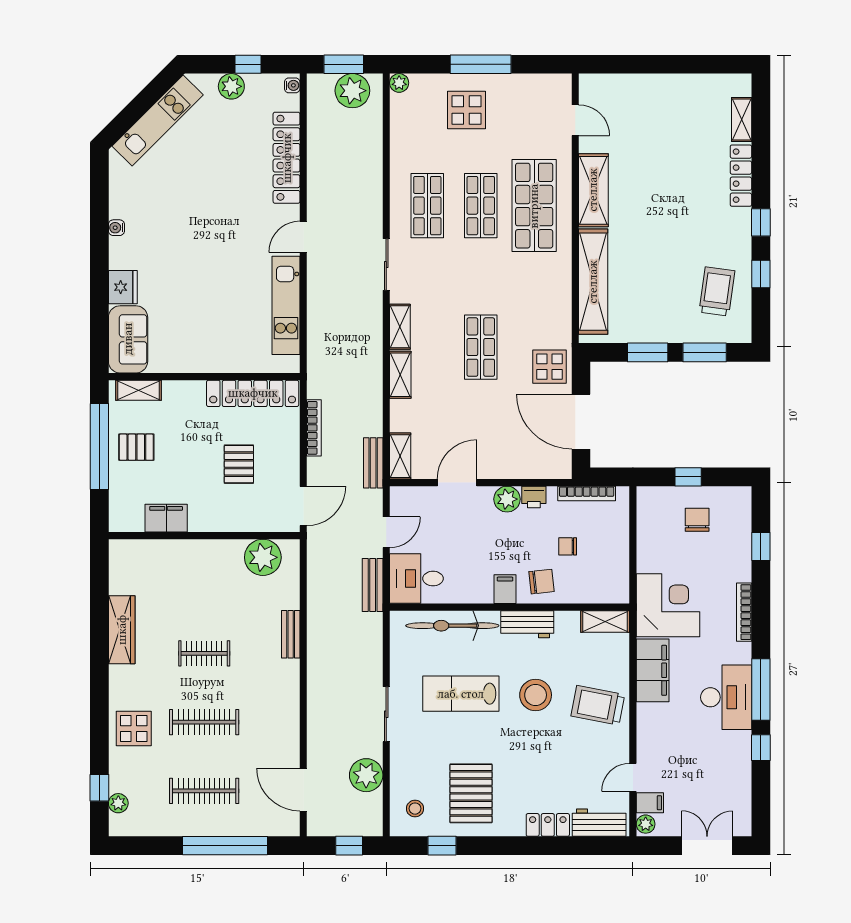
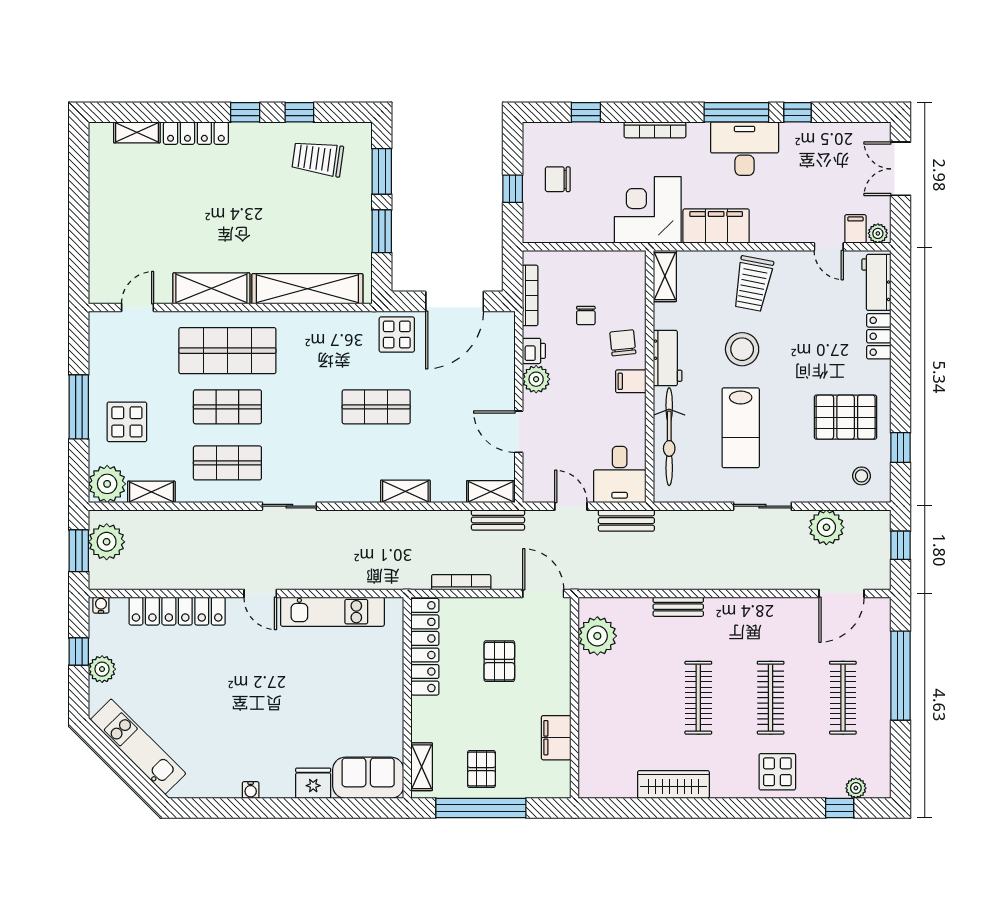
plant: (399, 83) -> (107, 484), width x1.88, depth x1.88
shelving: (400, 327) -> (151, 492), moved
pallet: (239, 464) -> (499, 661), turned 90
clothes rail: (204, 653) -> (698, 698), width x1.36

